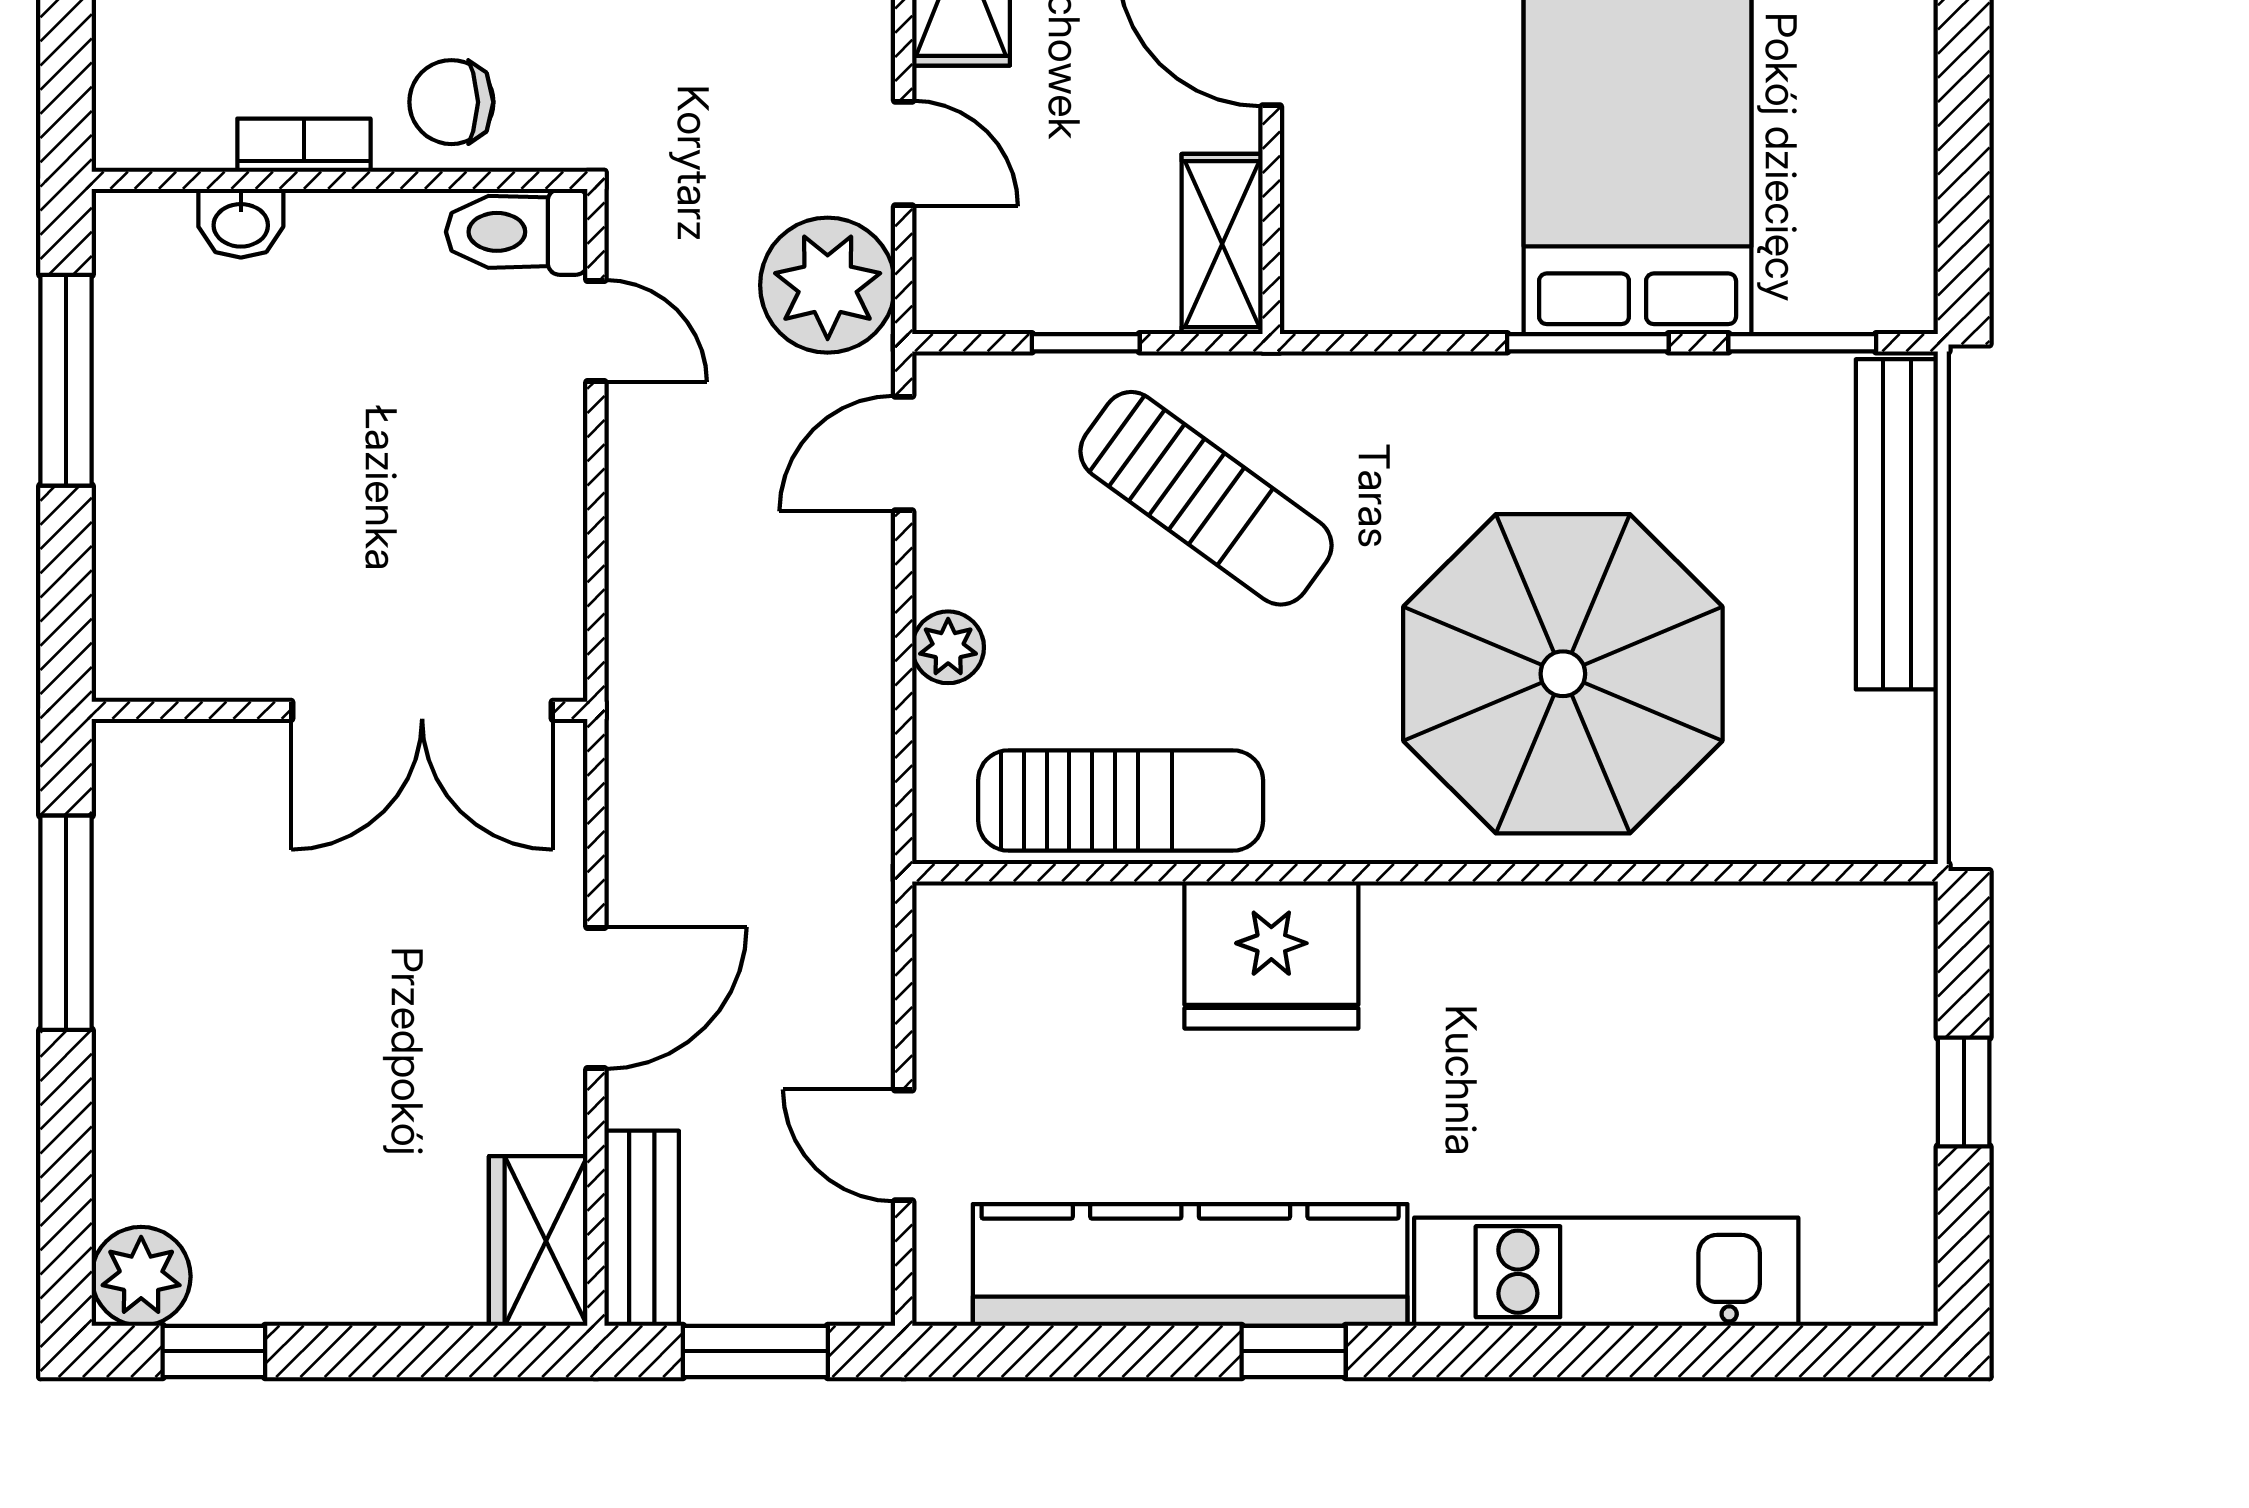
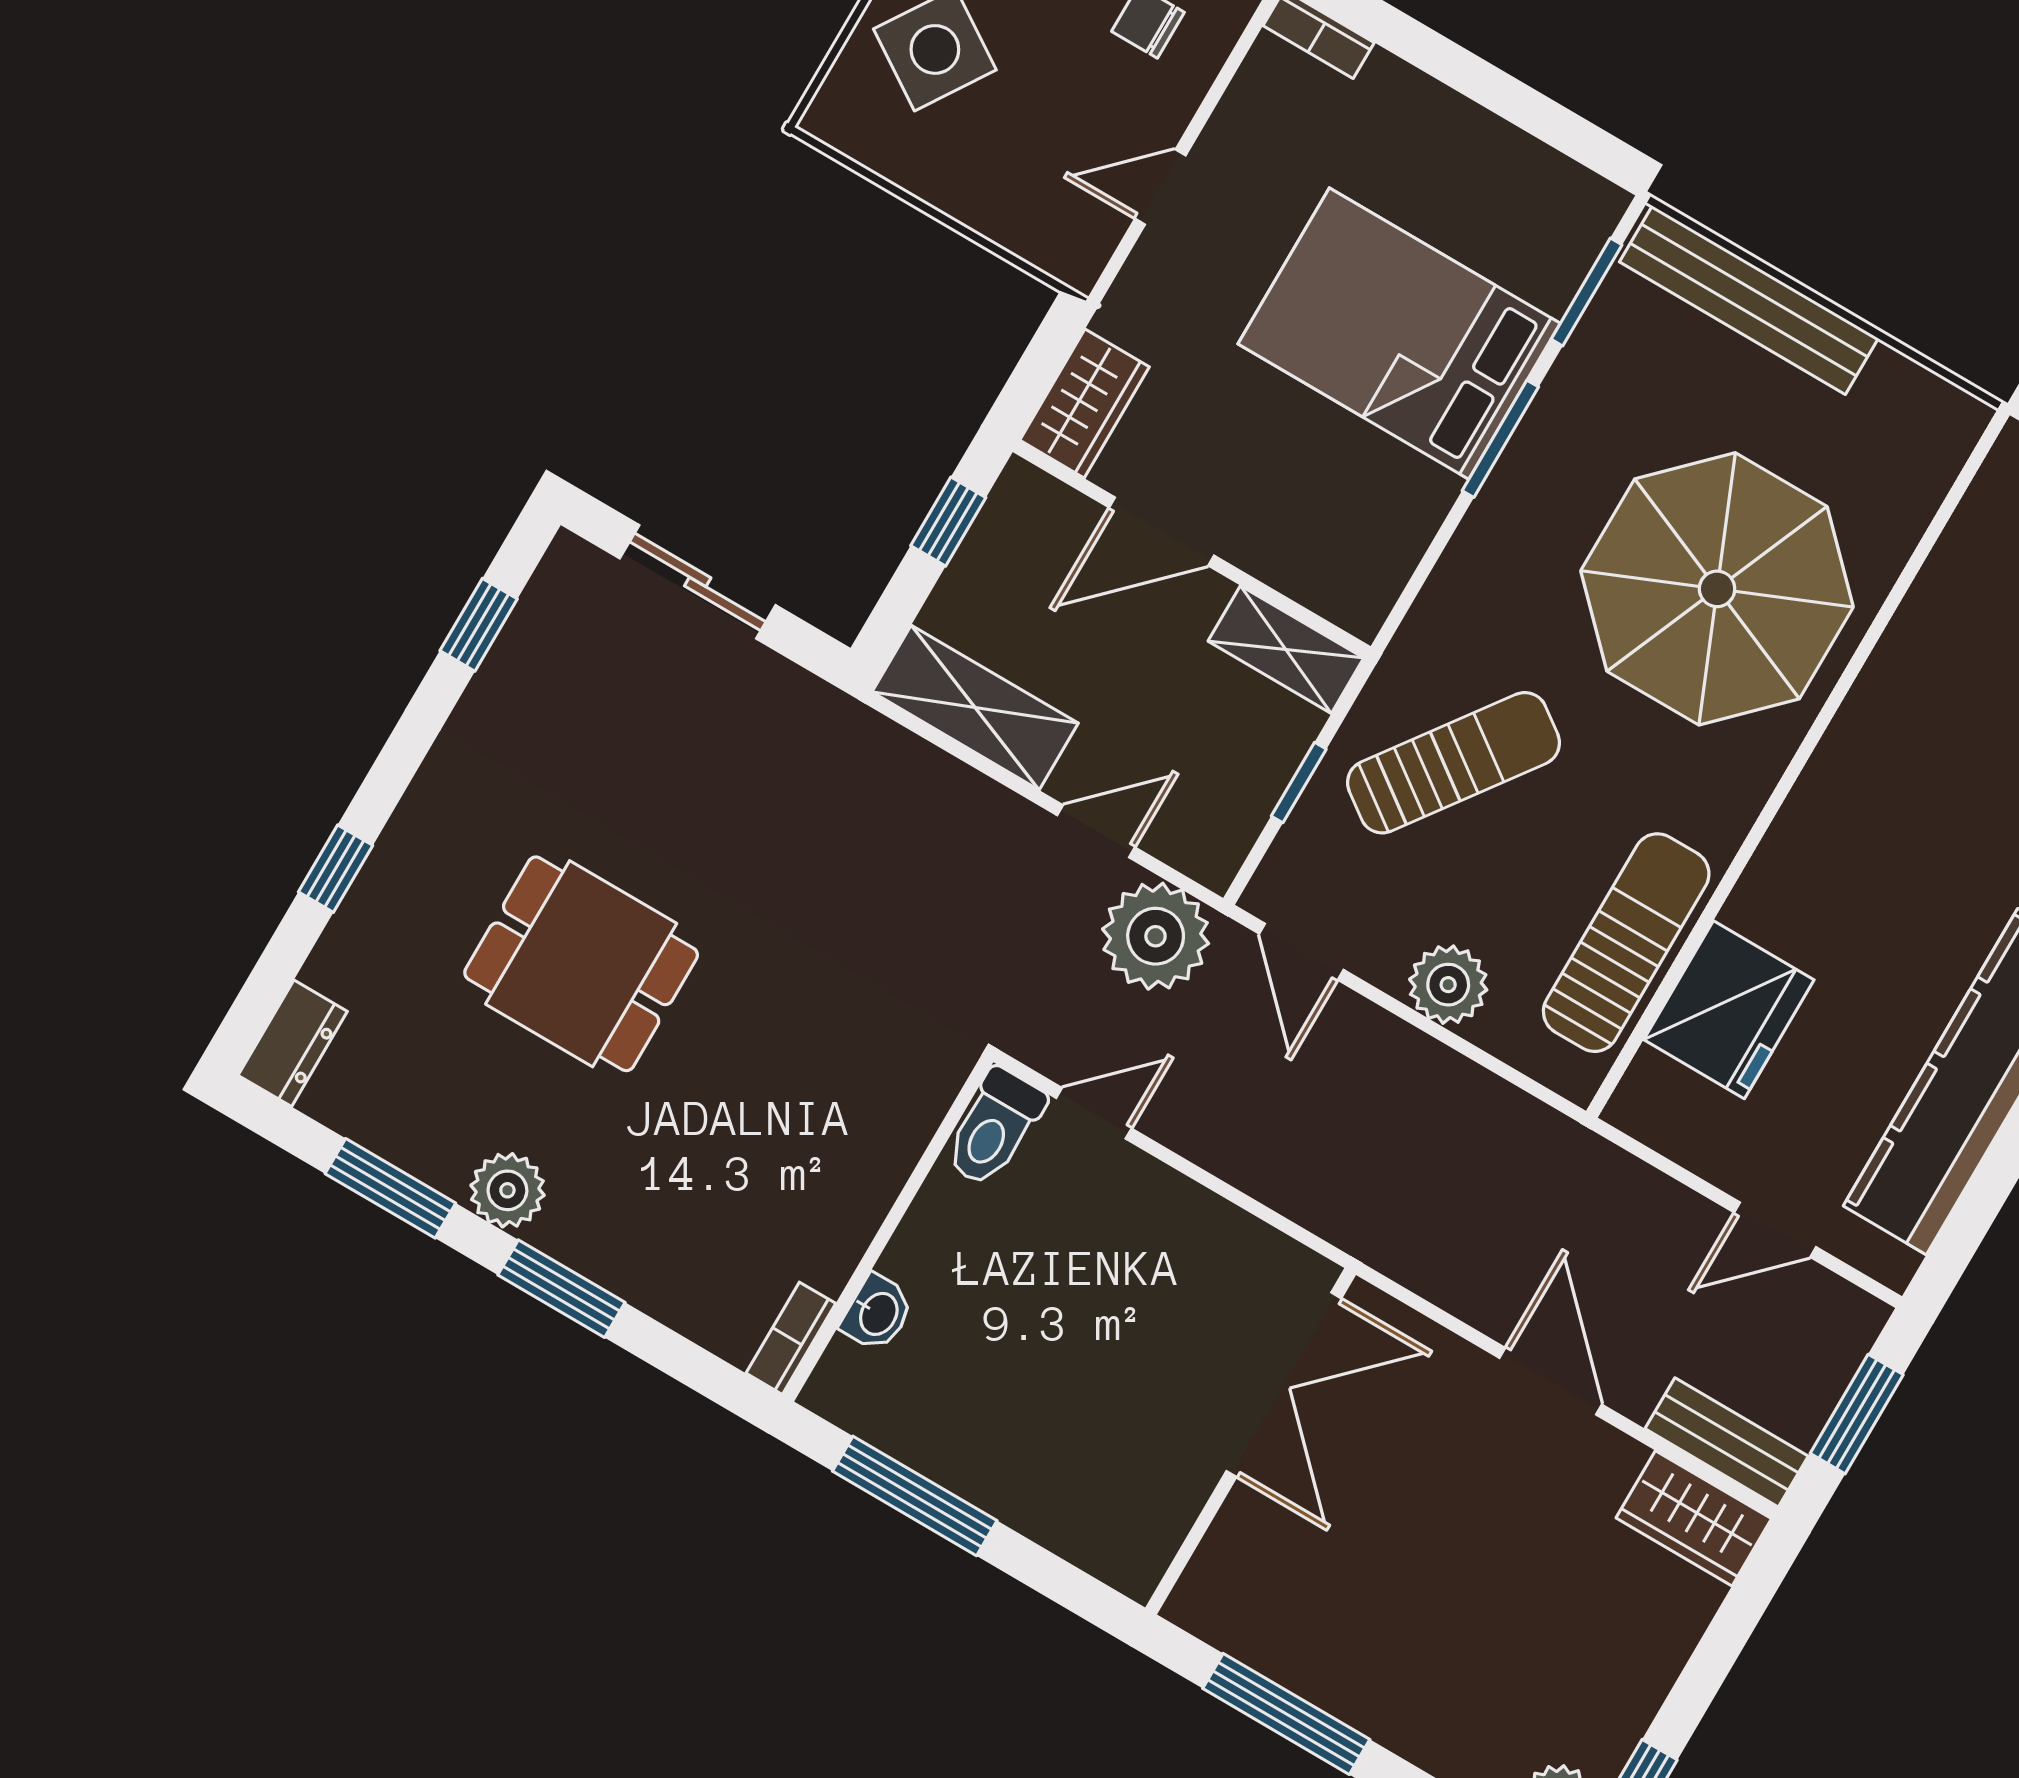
chair: (451, 102) -> (879, 1120), removed
bookcase: (304, 145) -> (791, 1338), moved
plant: (948, 647) -> (1448, 985), width x1.38, depth x1.38
fridge: (1271, 955) -> (1729, 1010), moved

